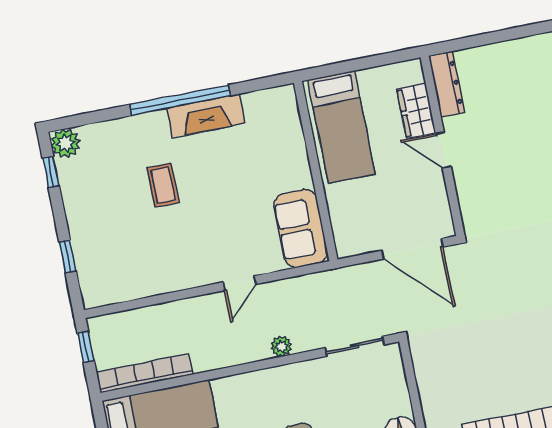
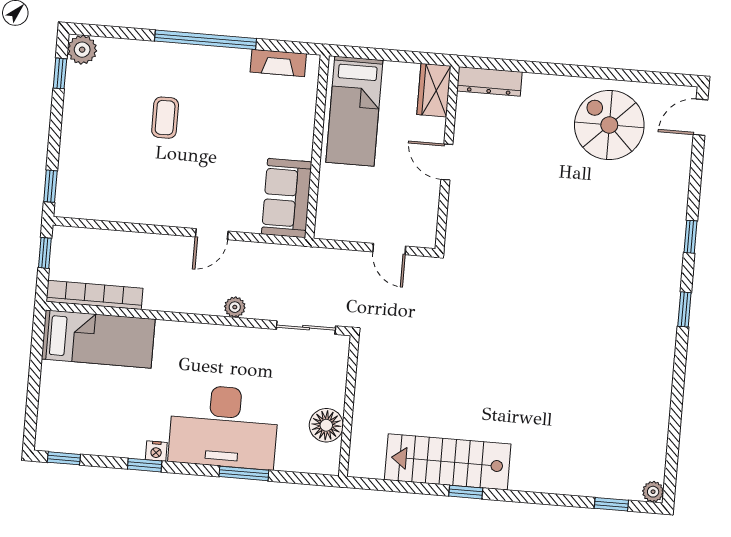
dresser: (447, 84) -> (489, 81), moved, turned 90
wardrobe: (416, 111) -> (434, 90), moved
fireplace: (206, 116) -> (278, 63), moved, width x0.73, depth x0.76
door: (412, 249) -> (389, 249), width x0.53
window: (68, 256) -> (50, 186), moved

